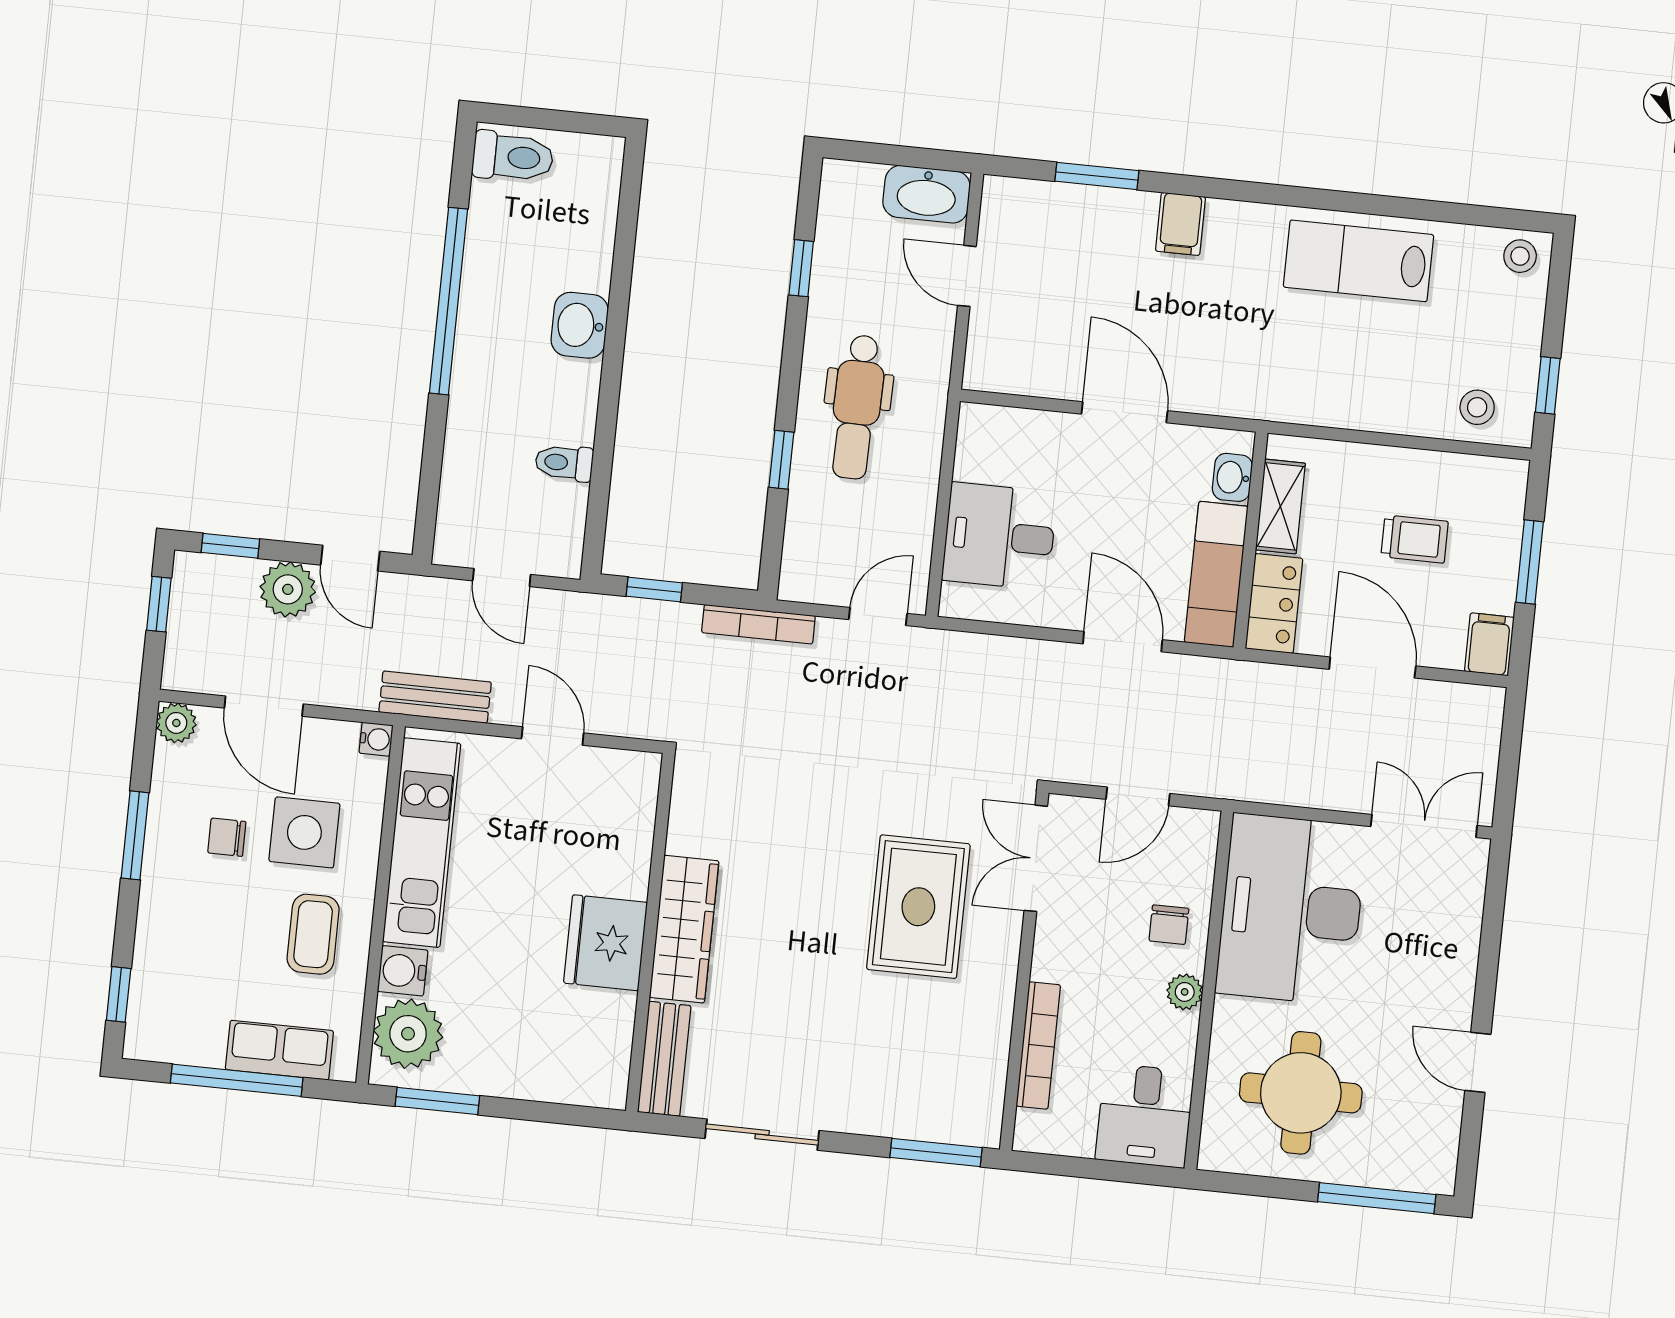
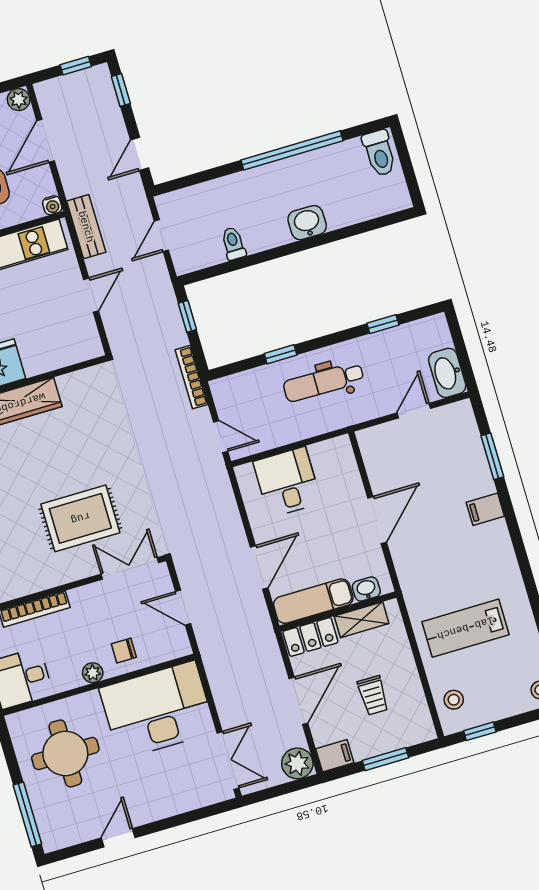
lab bench: (1358, 261) -> (465, 628), moved, turned -90
plant: (288, 589) -> (297, 763), moved

